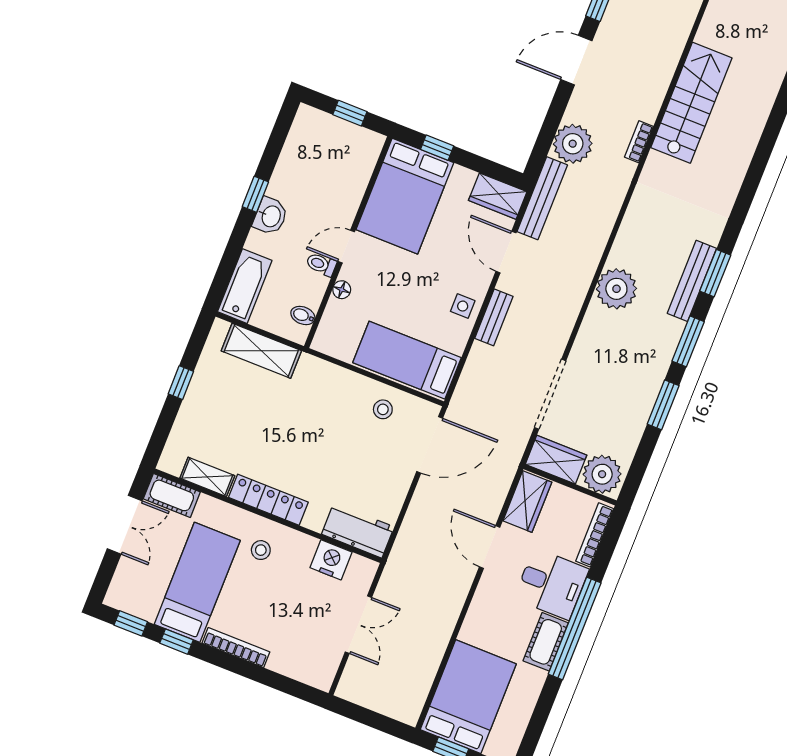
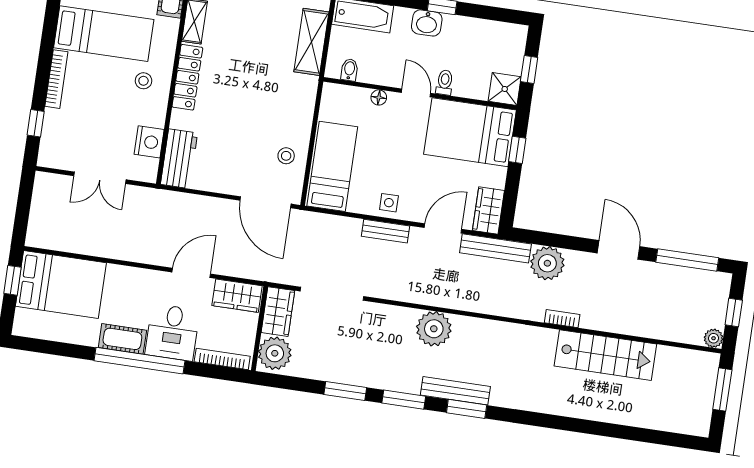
shower: (365, 146) -> (505, 89), added
toilet: (321, 264) -> (445, 82), moved
window: (176, 642) -> (36, 123), moved

